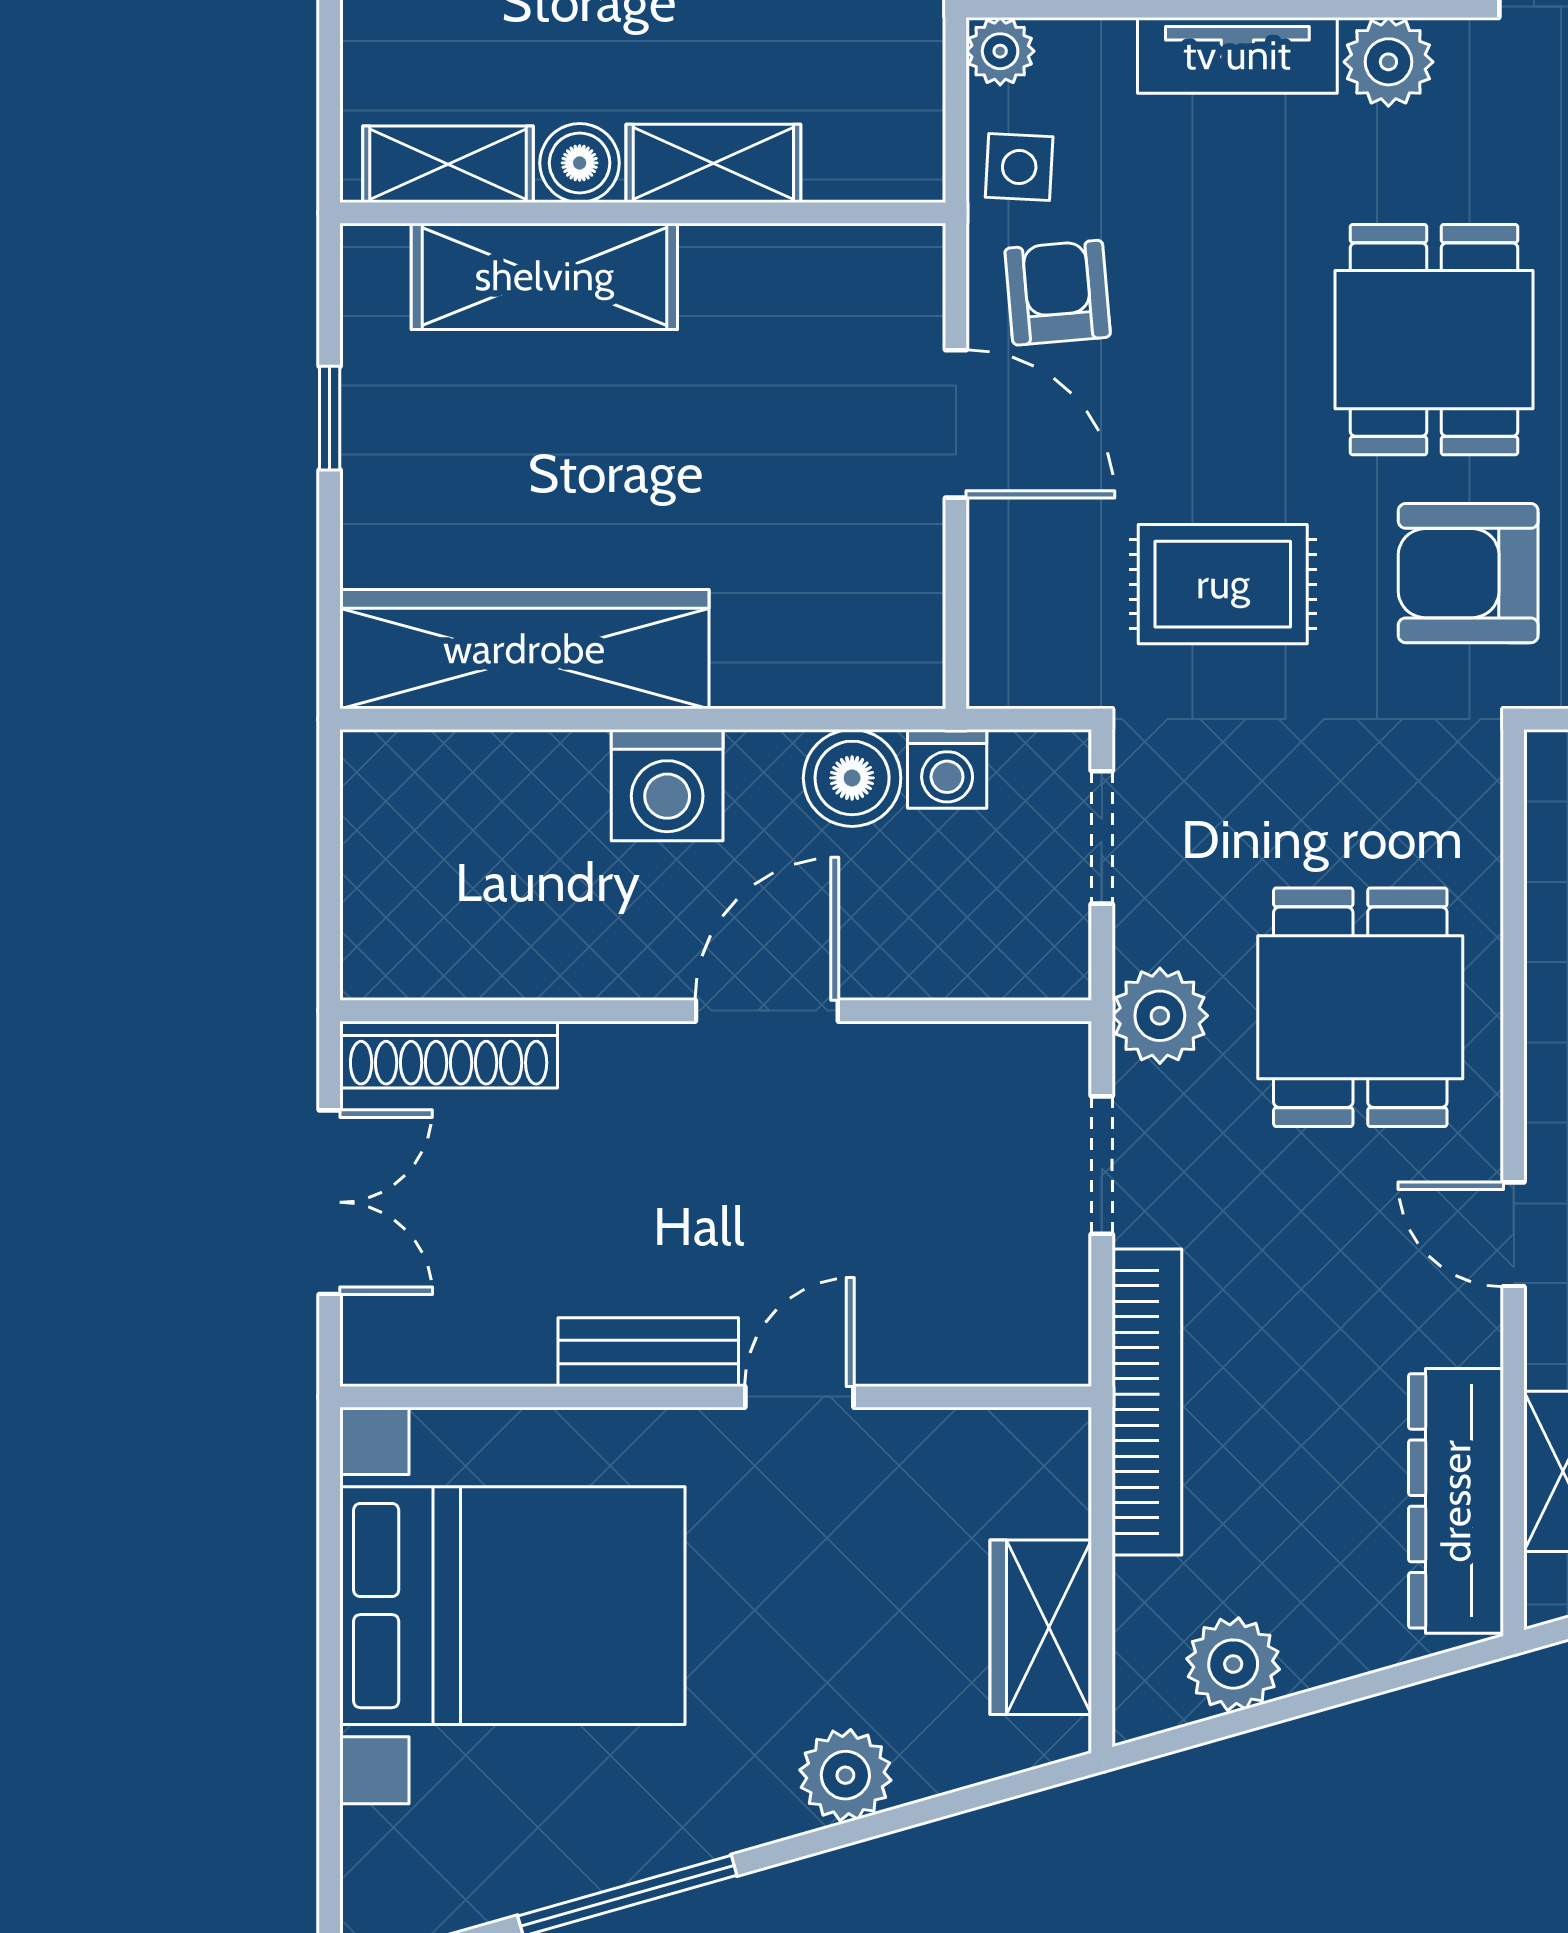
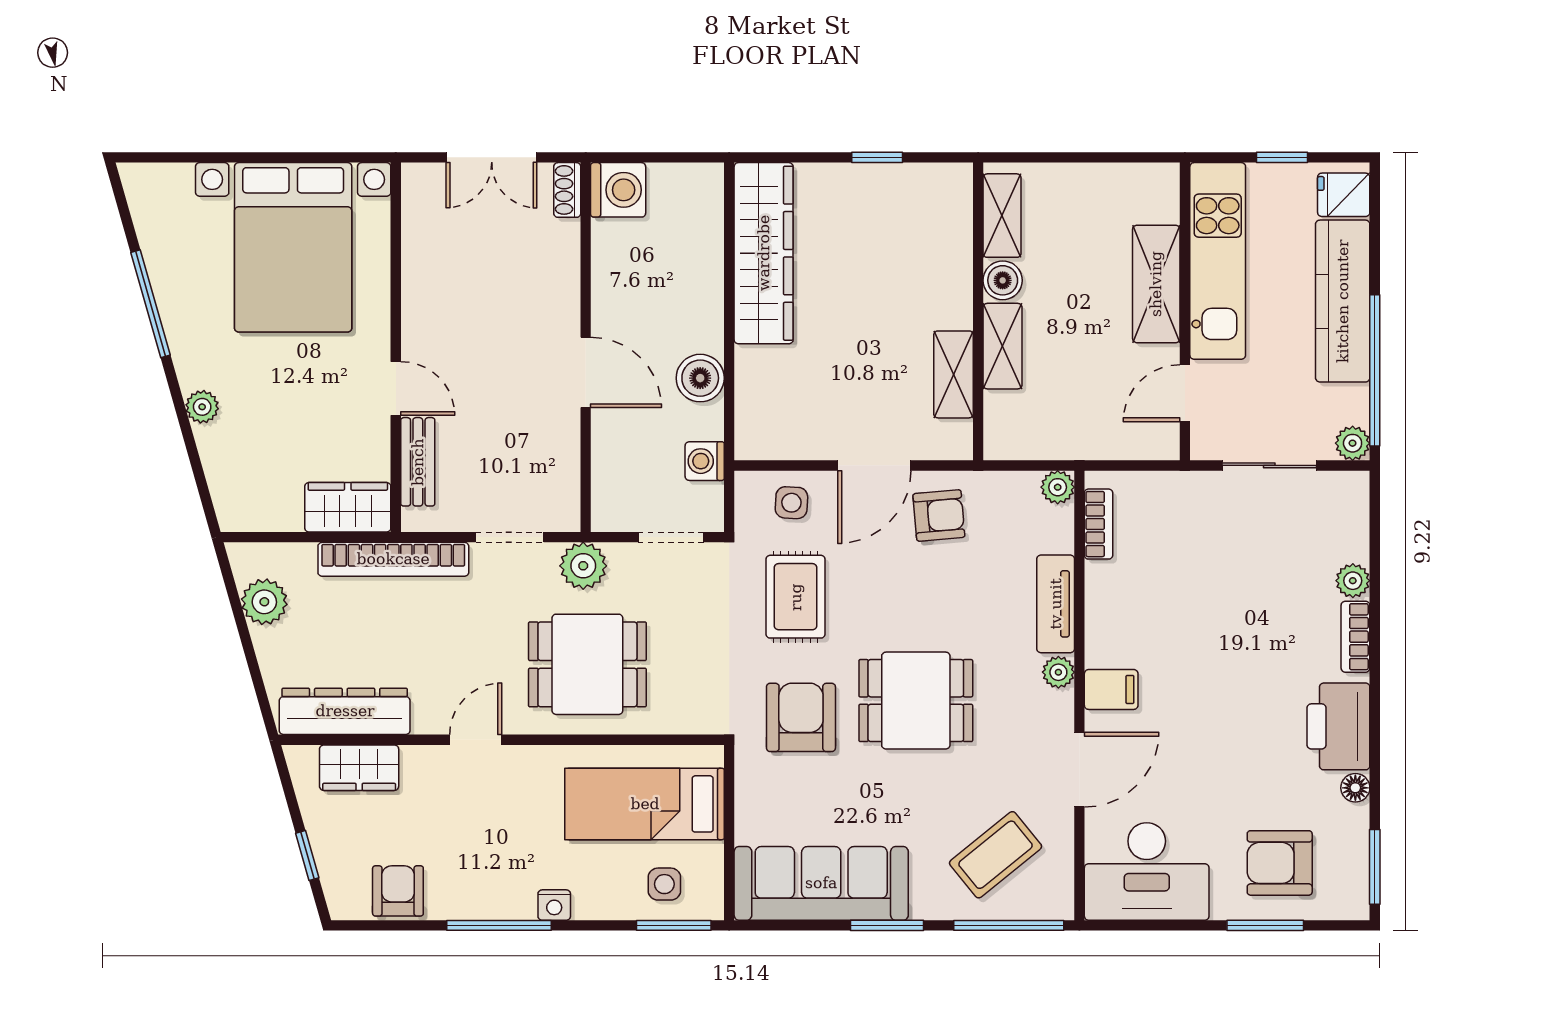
plant: (1388, 62) -> (1058, 672), width x0.73, depth x0.73
side table: (1019, 167) -> (791, 503), moved
shelving: (544, 276) -> (953, 374), moved, width x0.67, depth x0.75
boiler: (852, 778) -> (700, 378), moved
washing machine: (667, 785) -> (618, 190), moved, turned 180
shoe rack: (449, 1055) -> (567, 190), width x0.51, depth x0.81
bench: (648, 1352) -> (418, 462), moved
wardrobe: (1041, 1627) -> (348, 507), moved
plant: (845, 1775) -> (202, 407), width x0.73, depth x0.73

